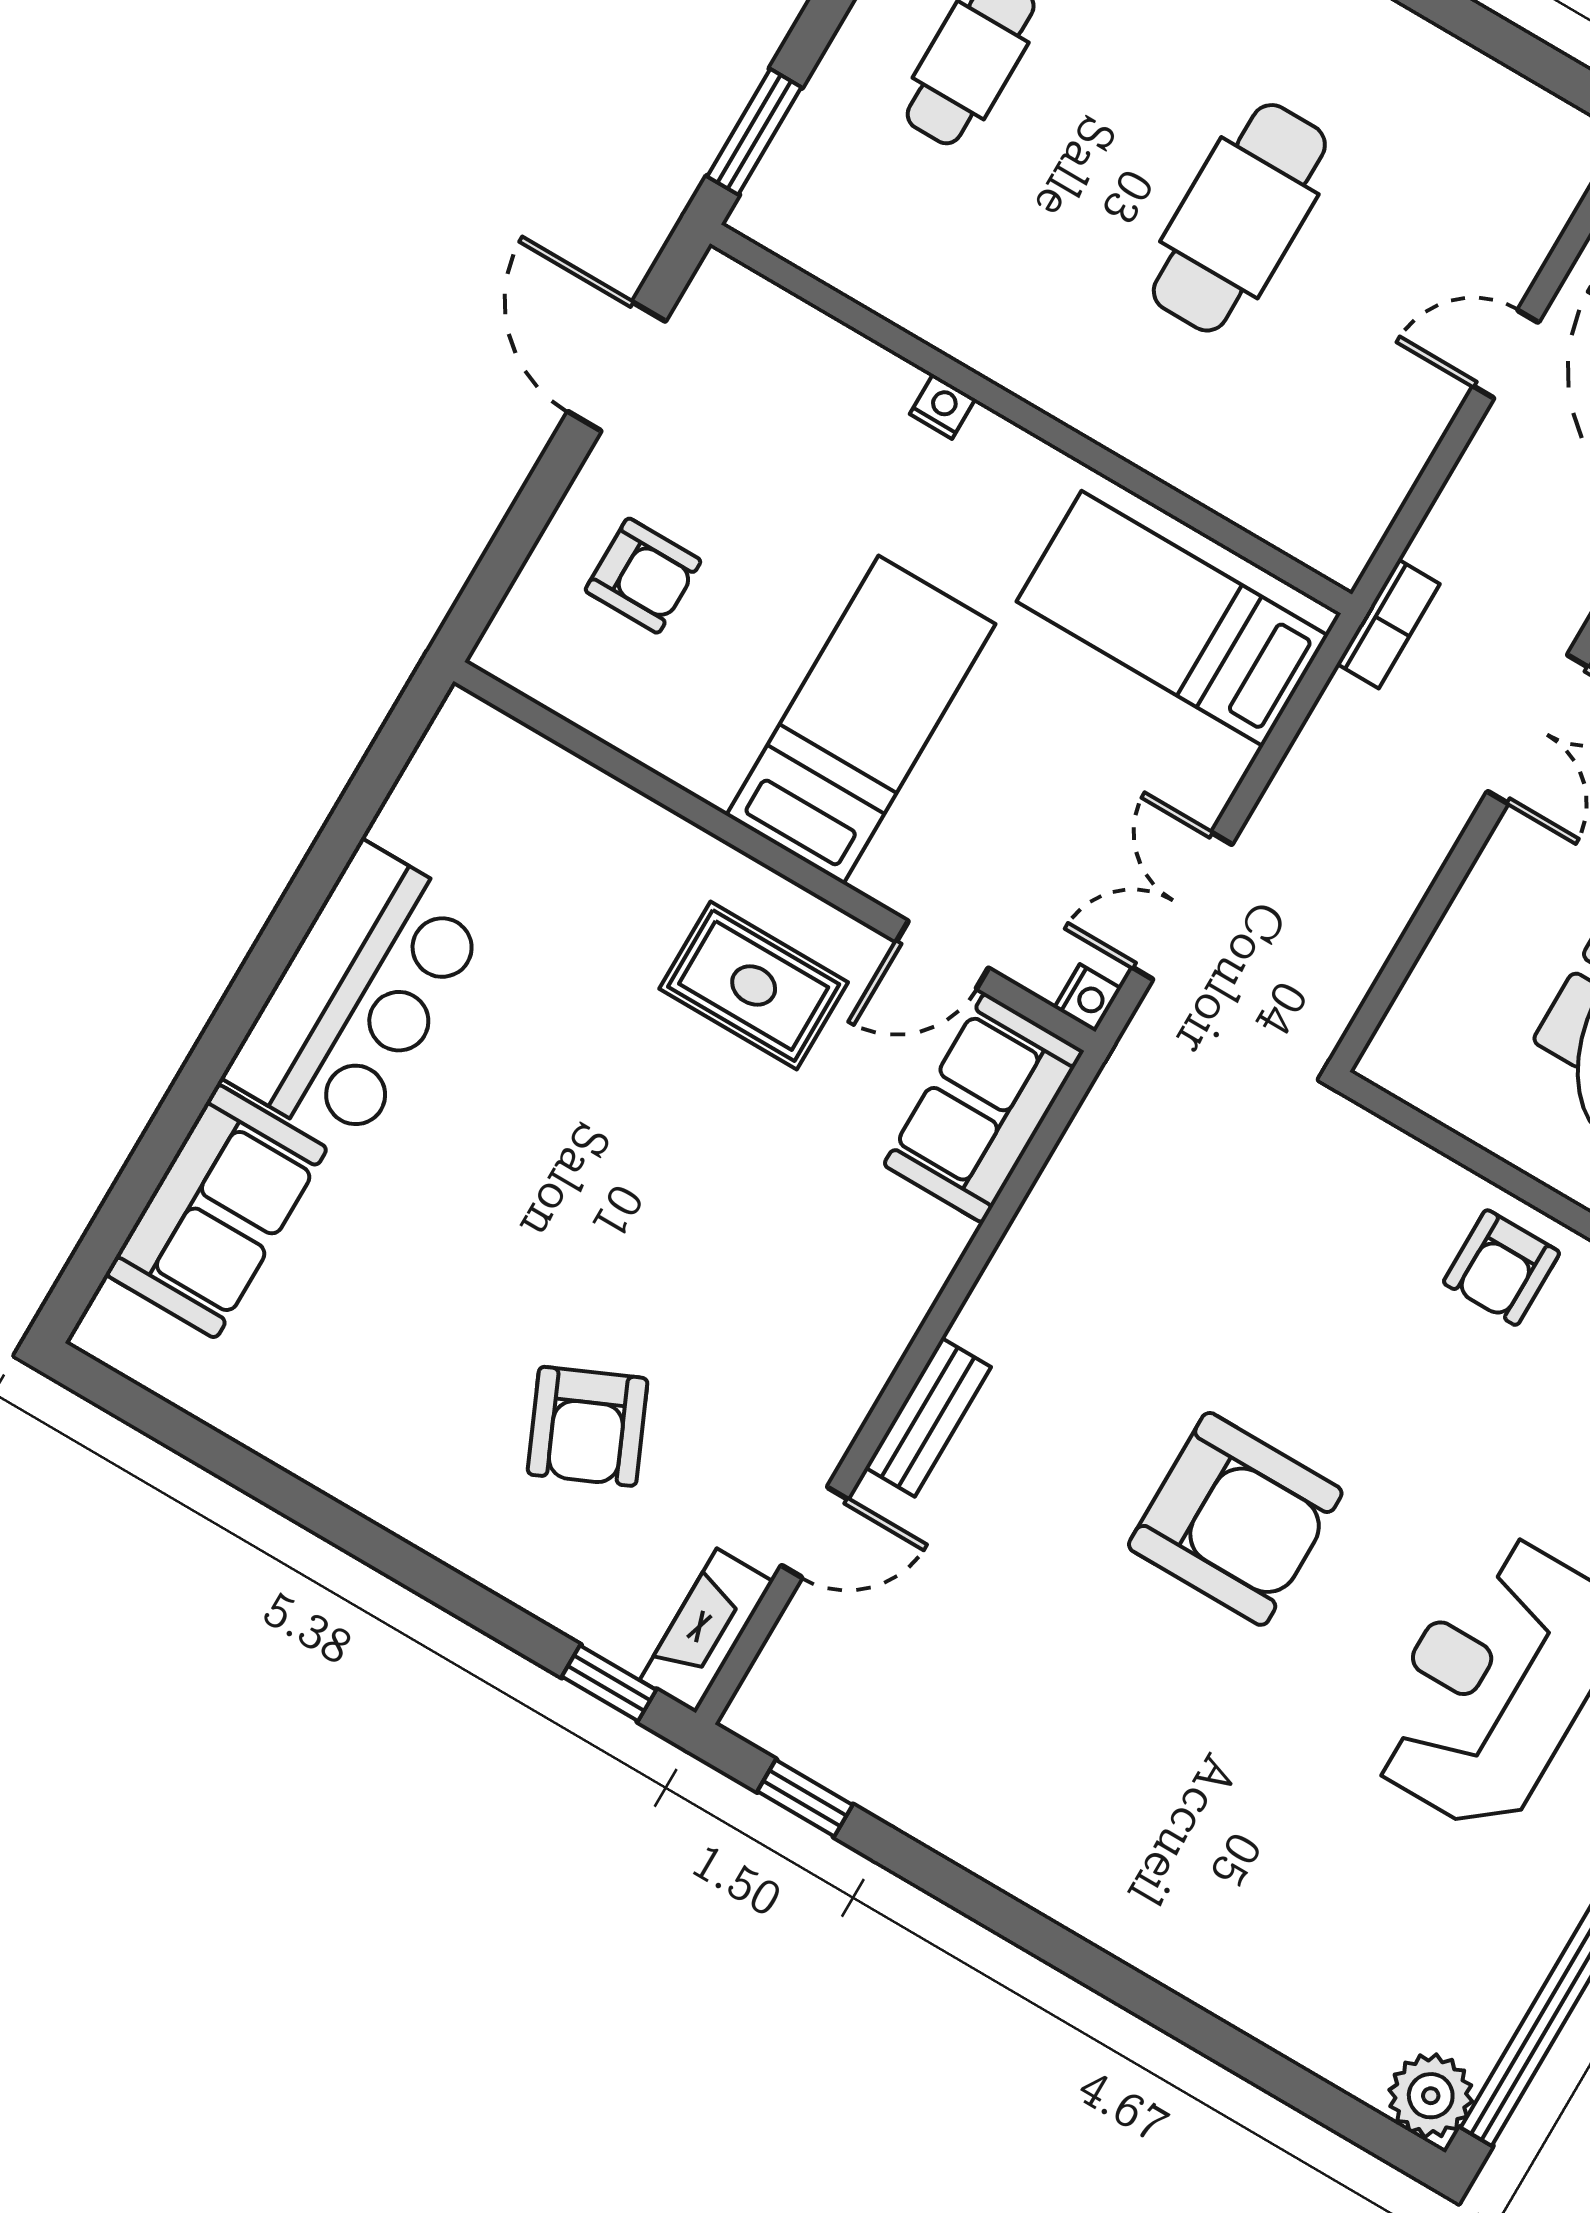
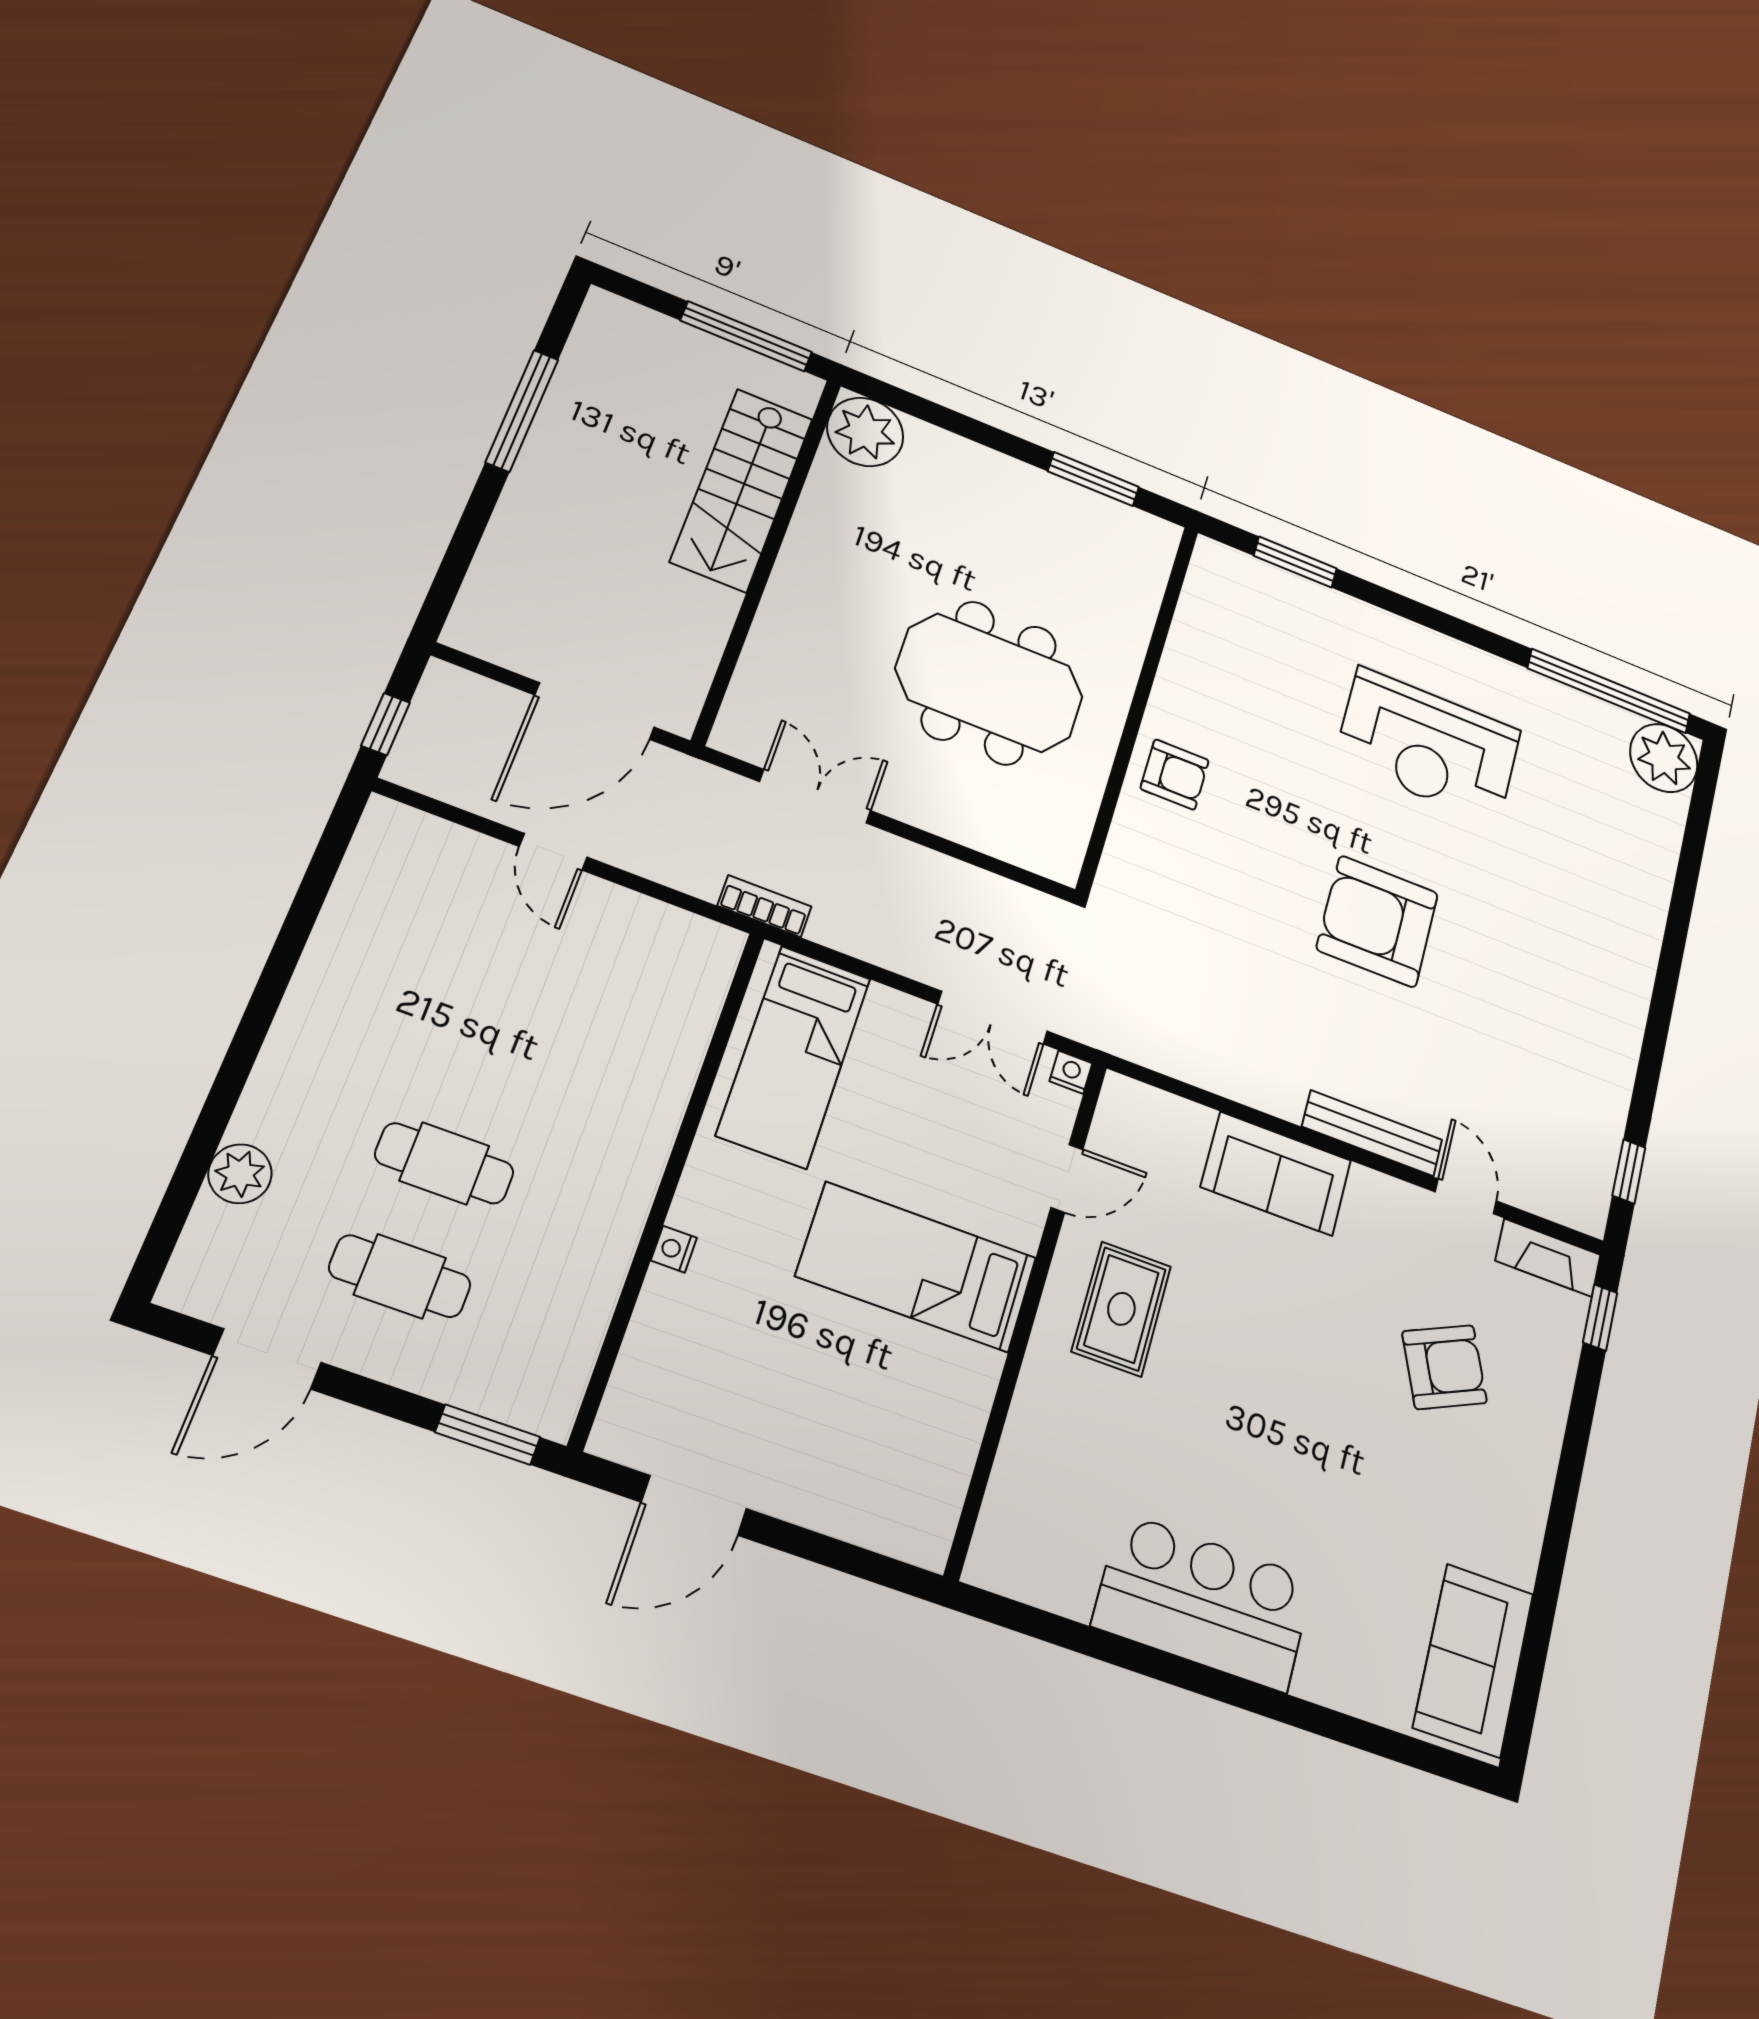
cafe table: (1239, 218) -> (444, 1163), moved, width x0.73, depth x0.74
armchair: (643, 576) -> (848, 1451), removed
door: (942, 955) -> (1067, 1178), hinge flipped
sofa: (984, 1108) -> (1276, 1174), moved
sofa: (216, 1211) -> (1474, 1660), moved, turned -90
bench: (928, 1417) -> (1372, 1133), width x1.36
armchair: (1235, 1519) -> (1377, 921), turned -90
plant: (1431, 2096) -> (1664, 758), width x1.36, depth x1.36

